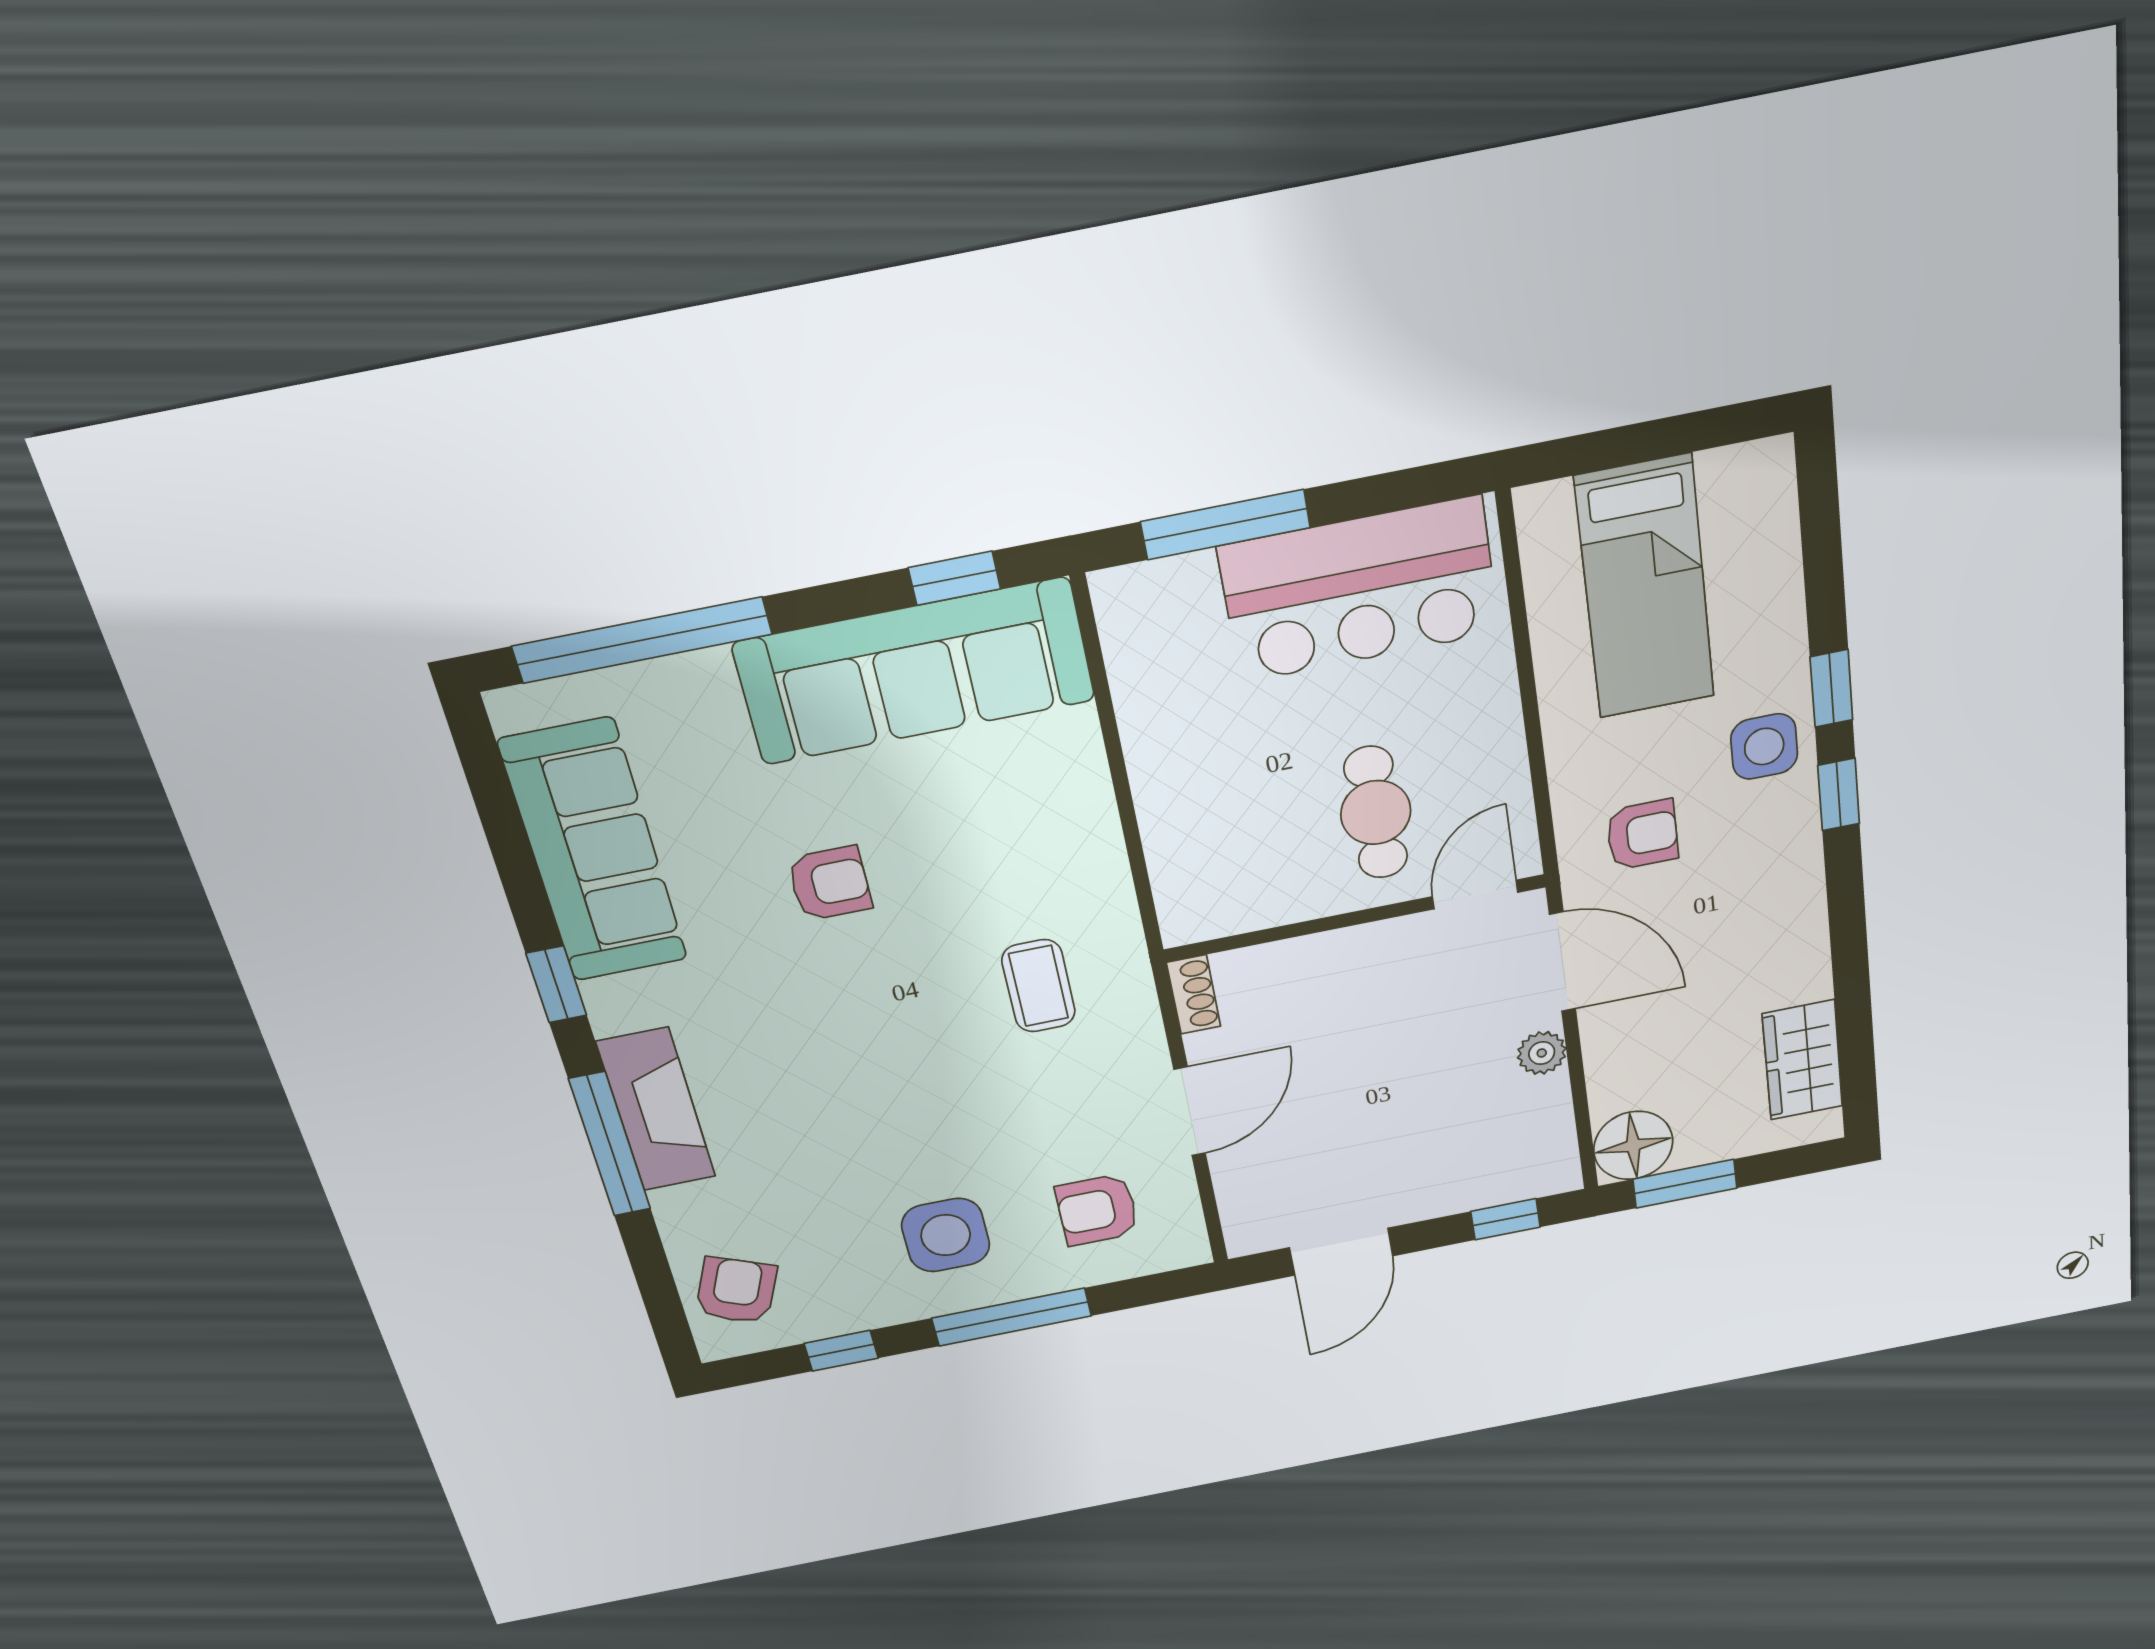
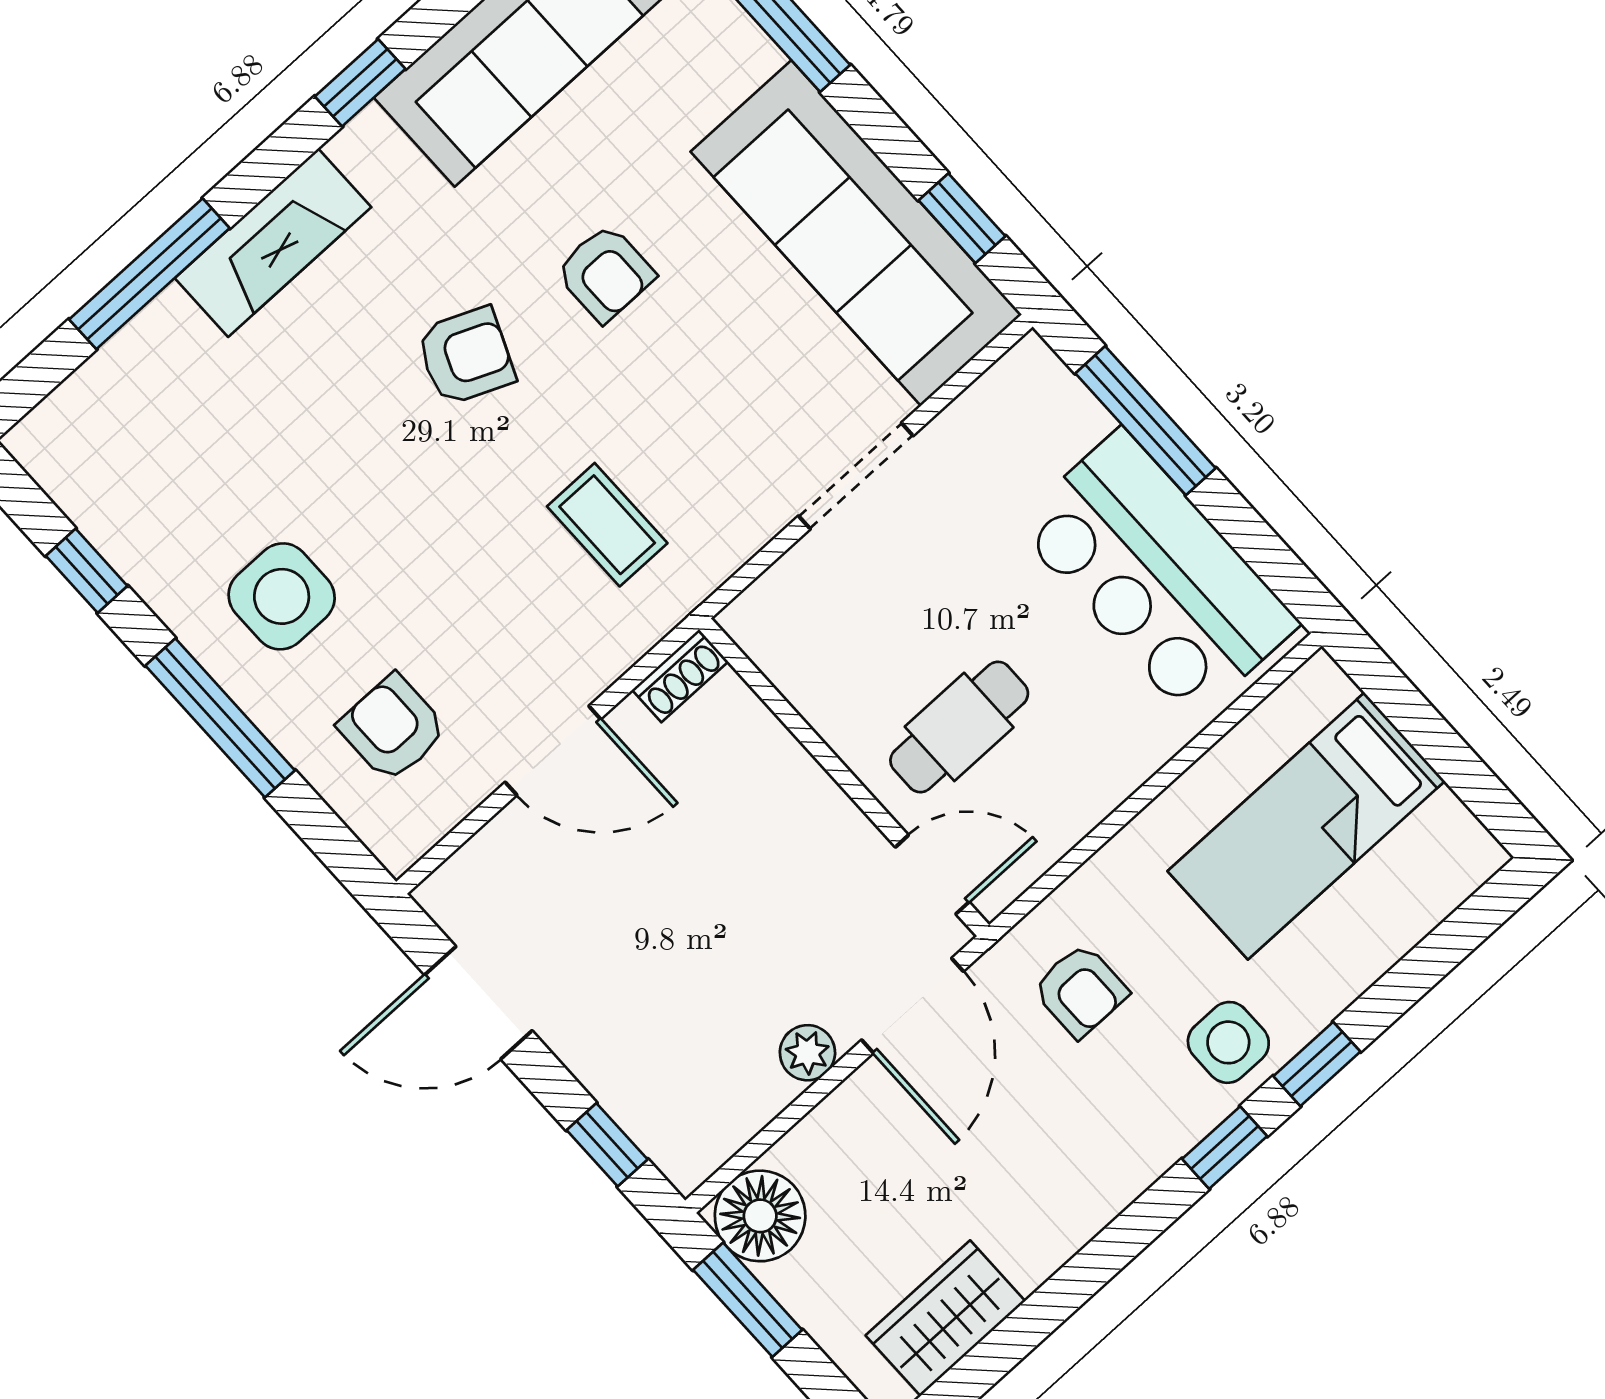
doorway: (1121, 782) -> (856, 476), added
coffee table: (1039, 986) -> (607, 525), turned 90
window: (610, 1144) -> (149, 274), moved
armchair: (736, 1290) -> (466, 356), moved

